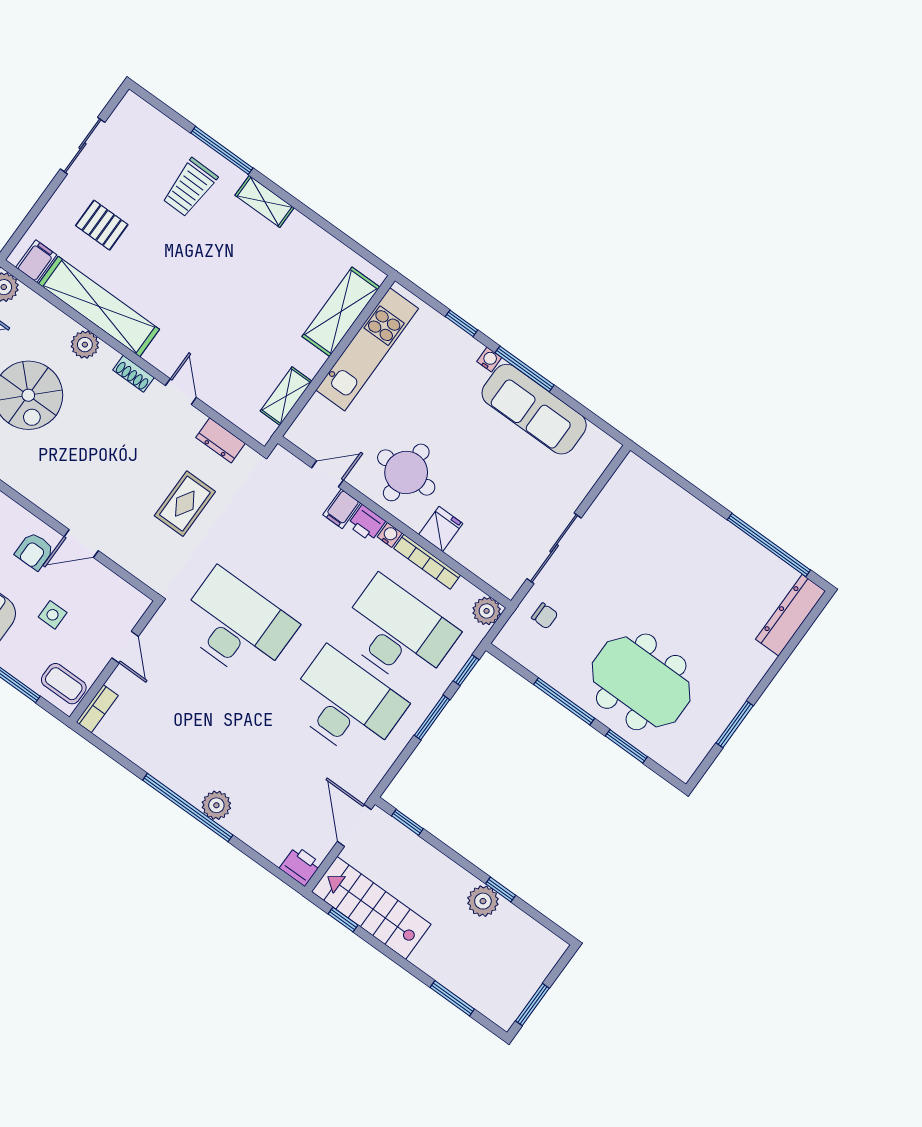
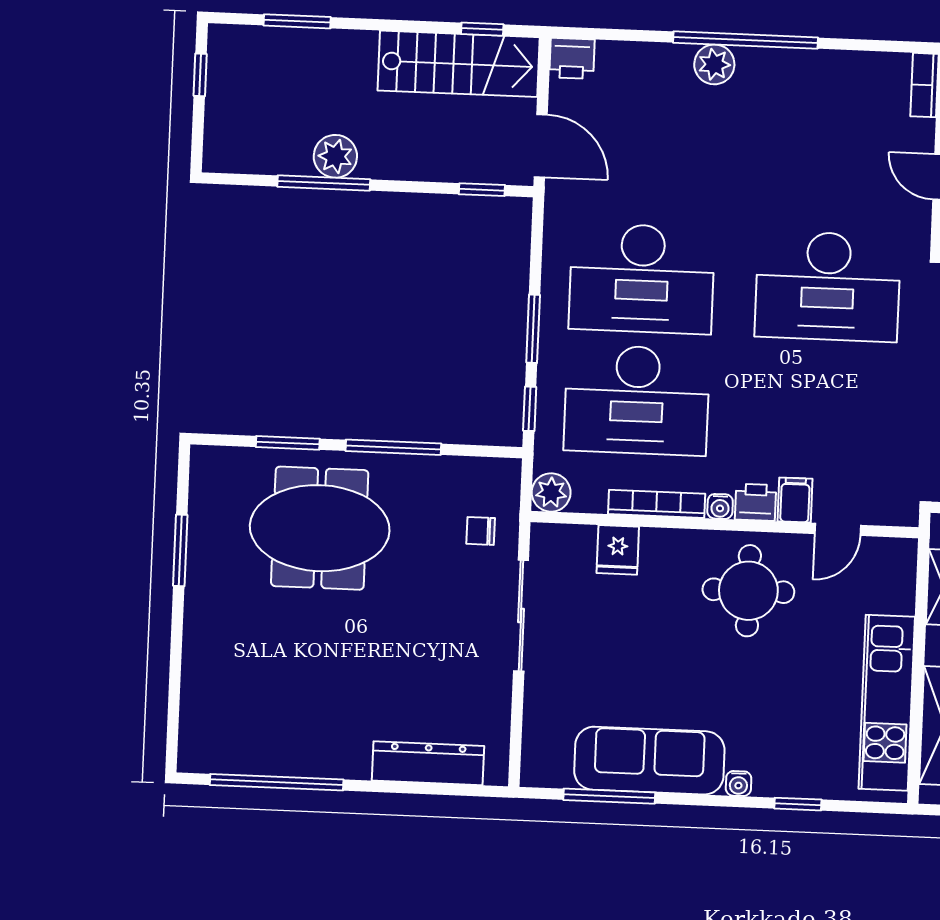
window: (525, 369) -> (609, 796), moved
fridge: (441, 529) -> (618, 550), moved
dresser: (791, 615) -> (428, 763), moved, turned -90
window: (501, 890) -> (324, 183), width x2.17
window: (532, 1005) -> (200, 75), width x0.67

